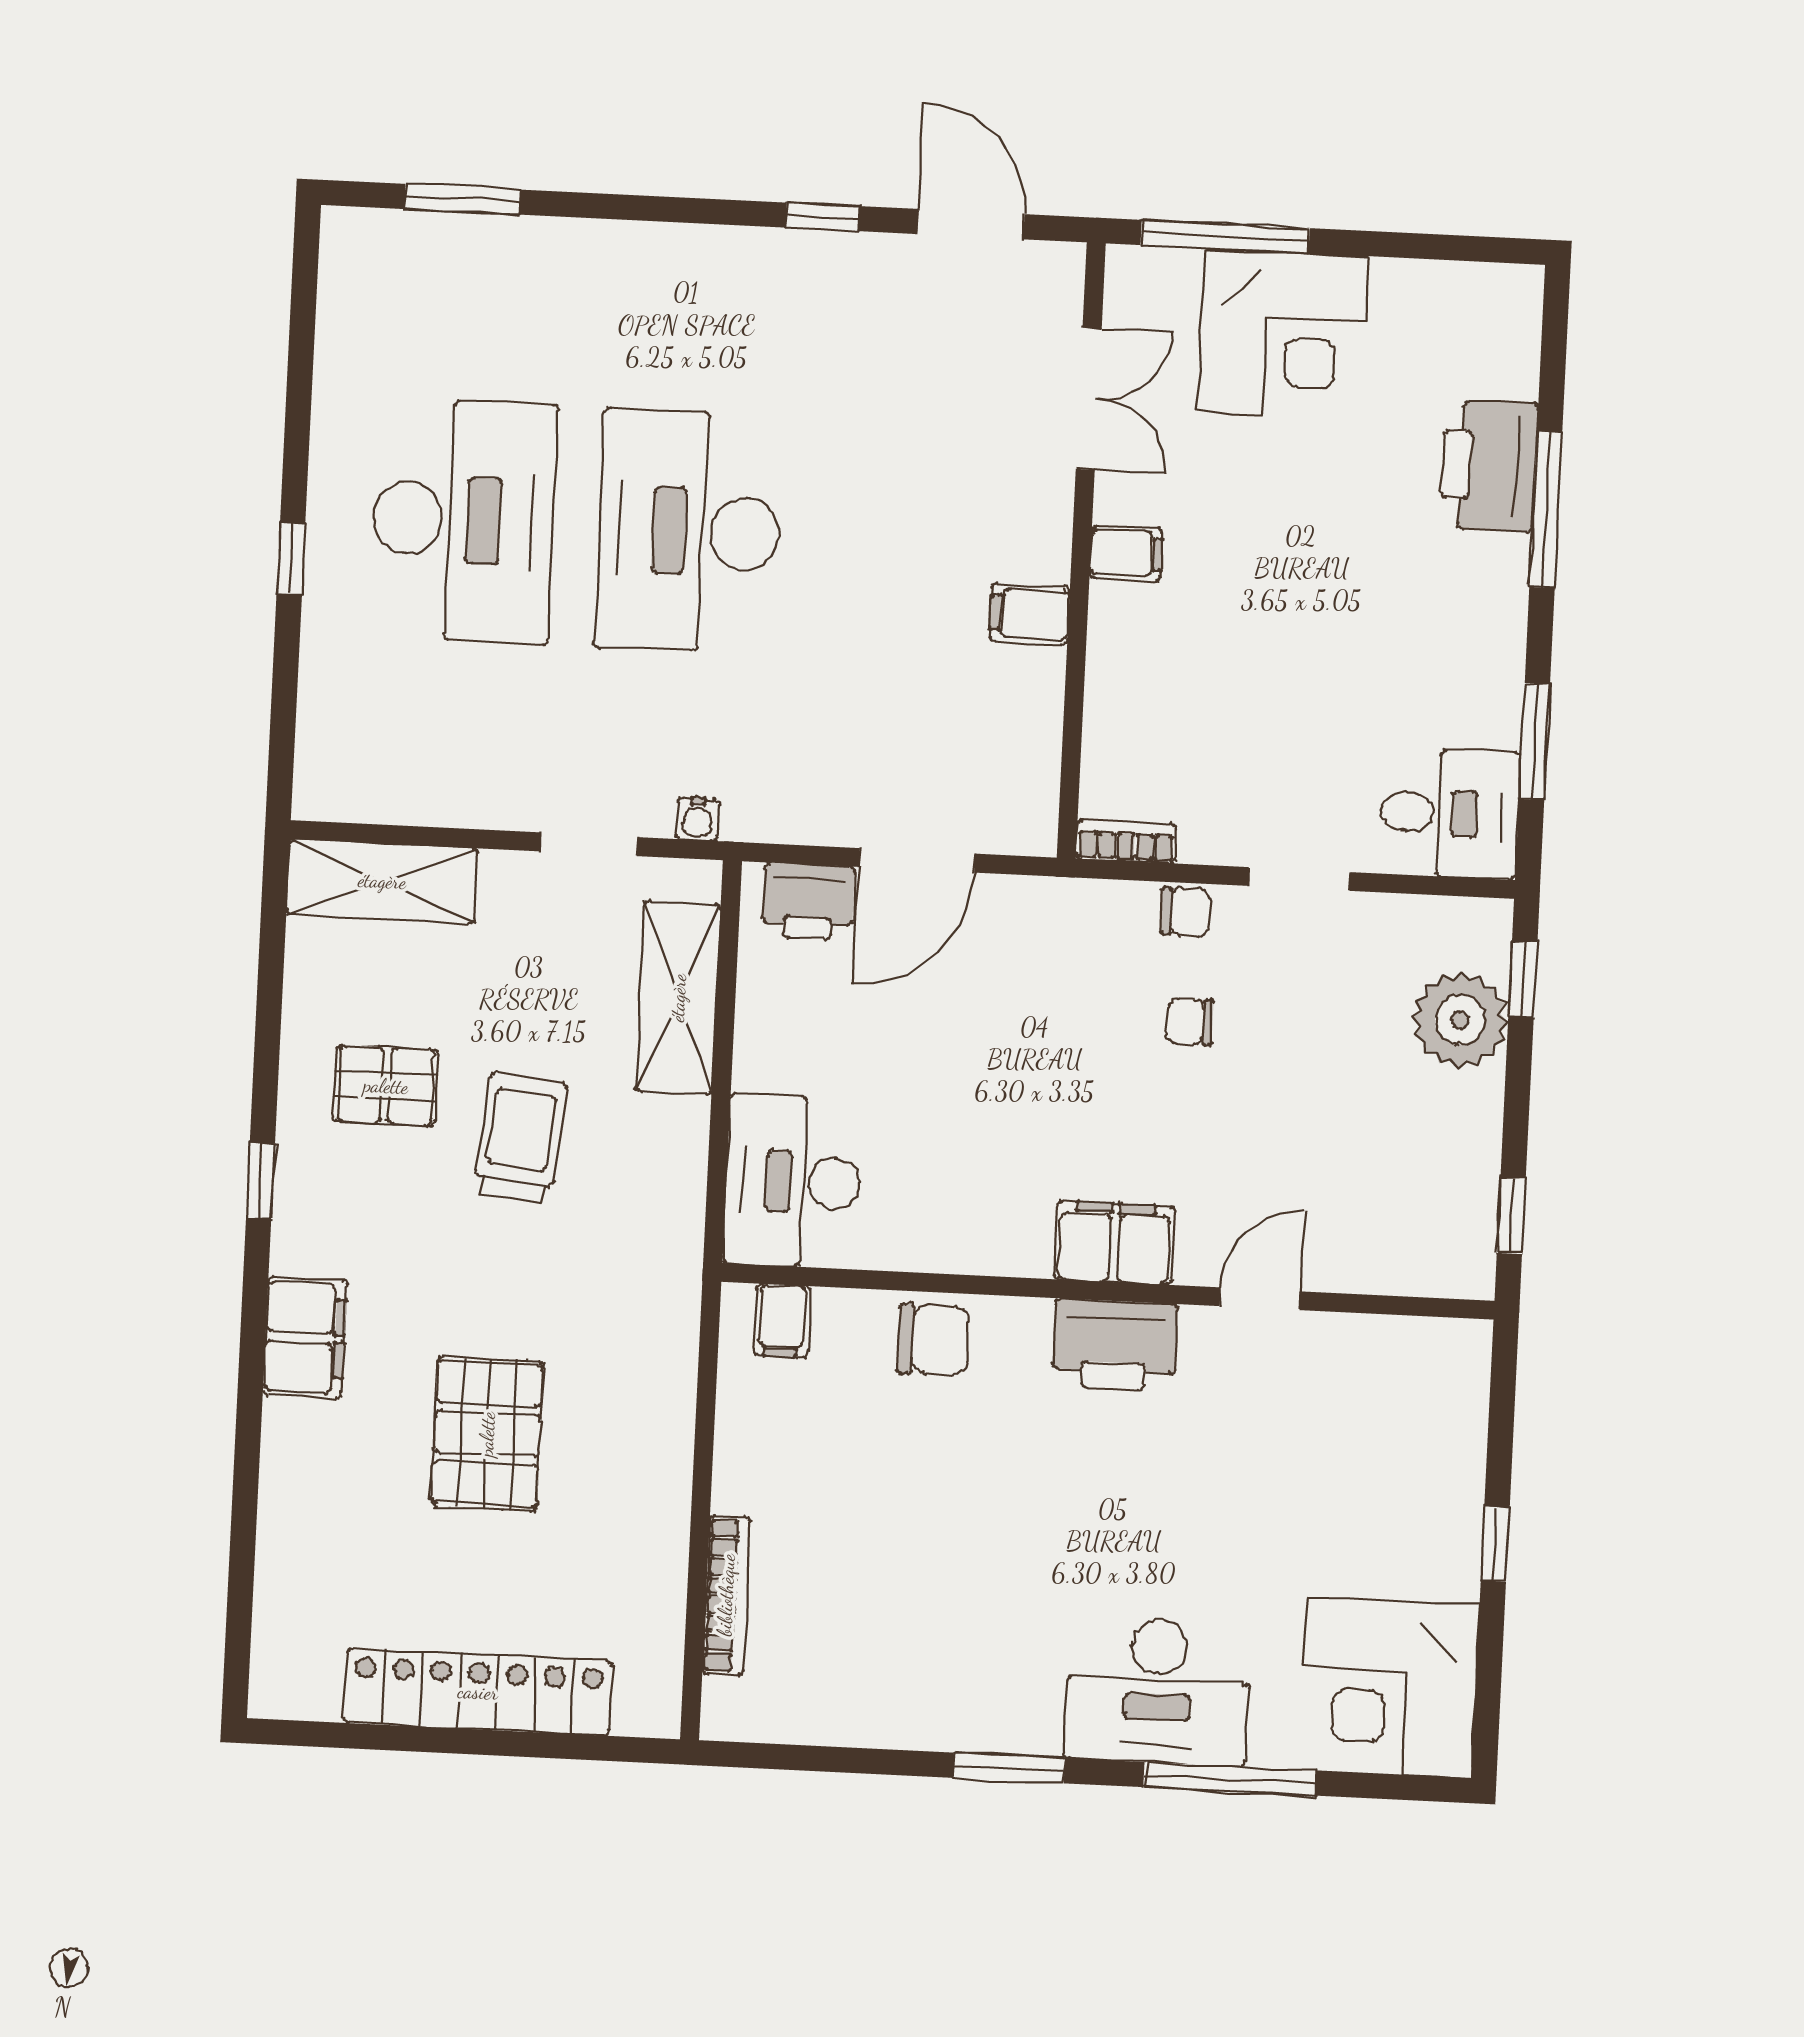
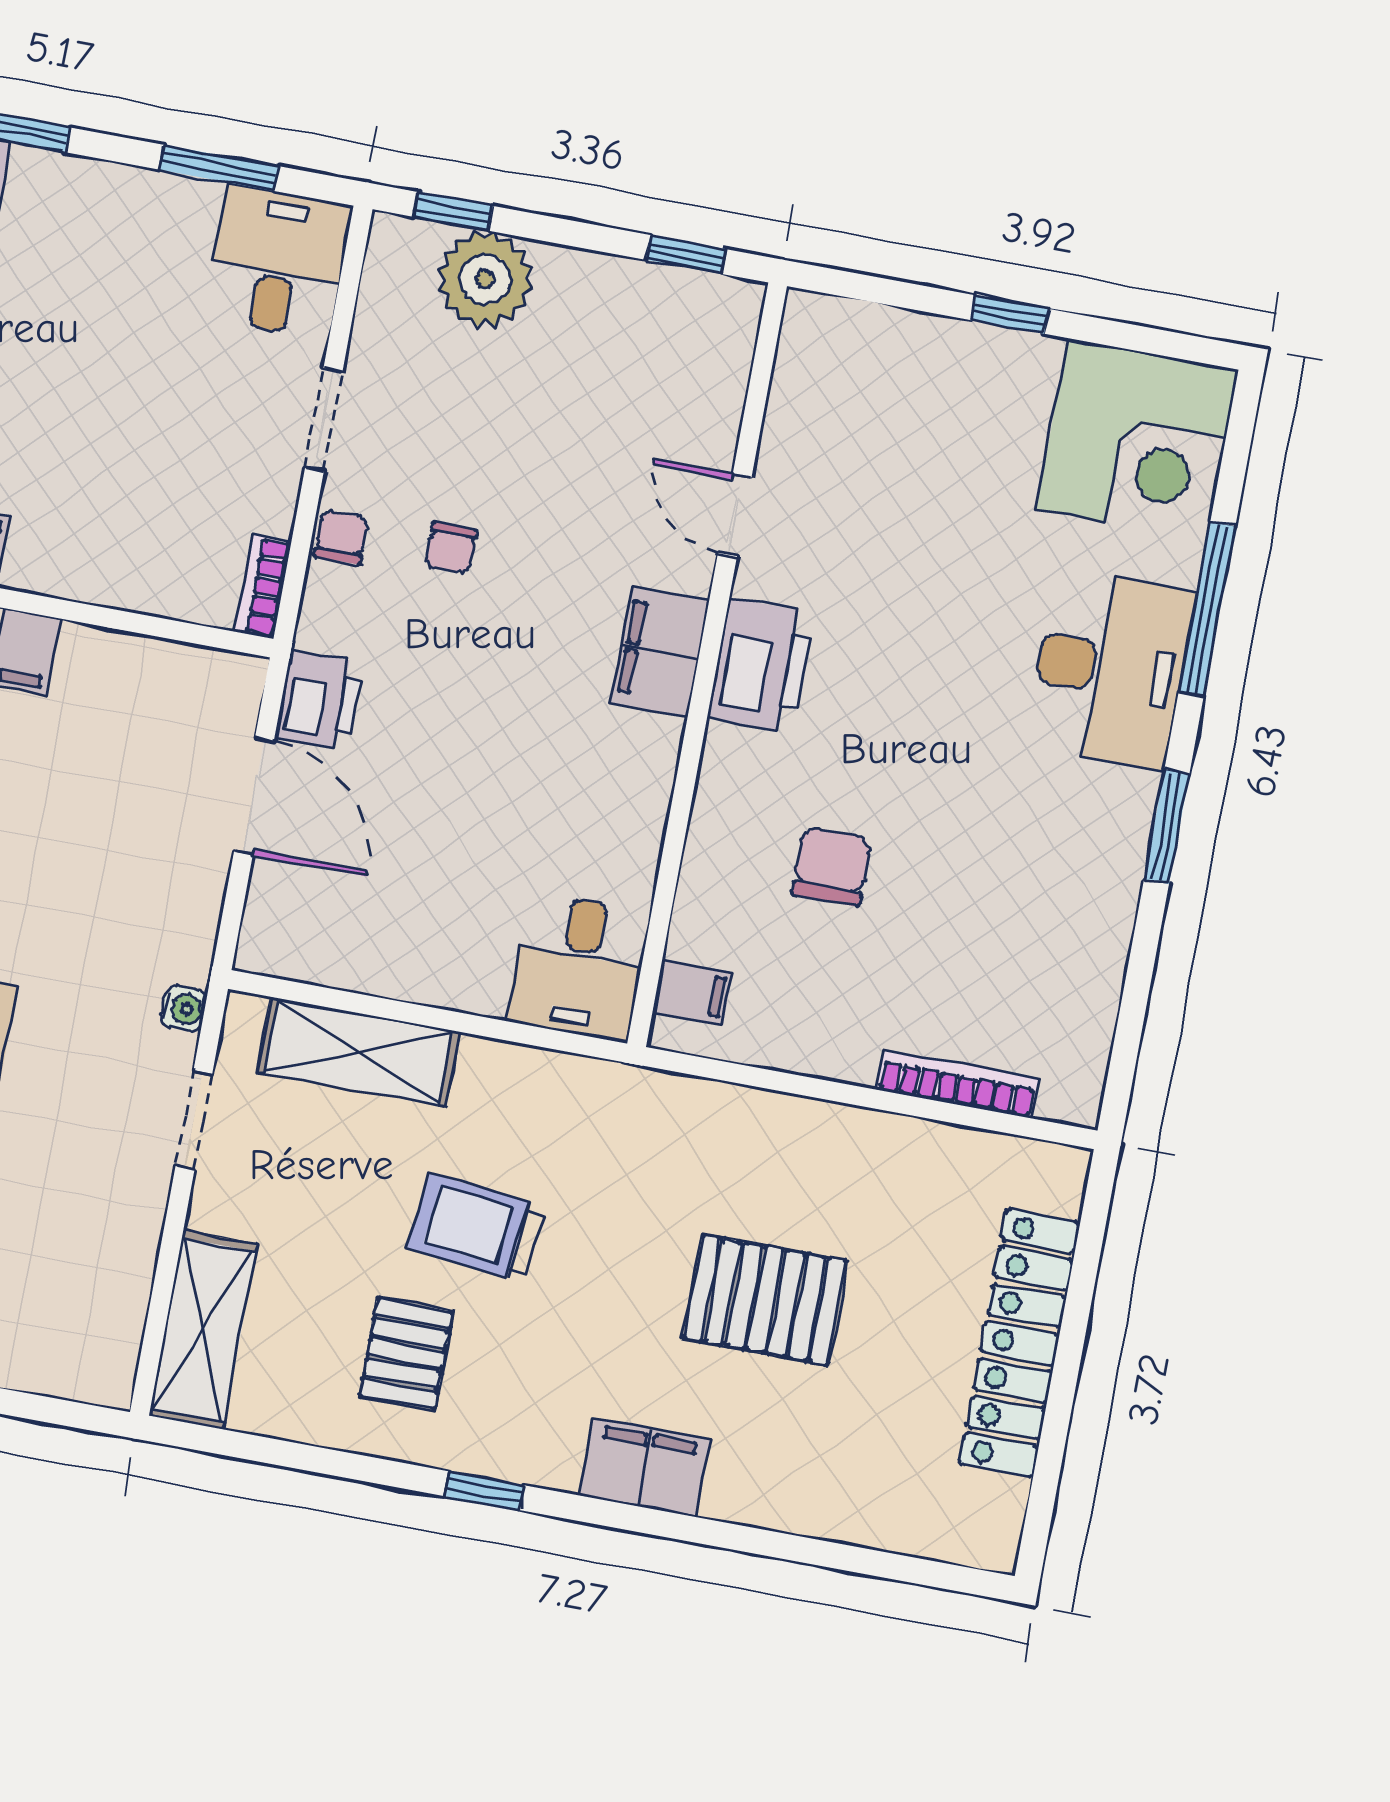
printer: (808, 902) -> (319, 701), moved
desk: (793, 1181) -> (579, 967), width x0.73
chair: (934, 1340) -> (832, 866), moved

